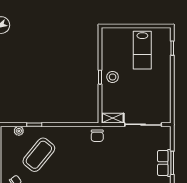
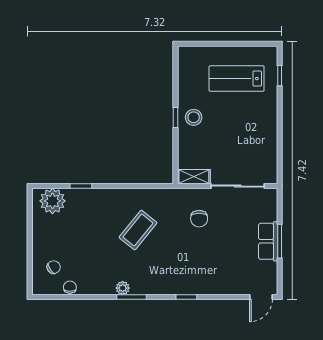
lab bench: (142, 50) -> (237, 79), turned 90
plant: (19, 131) -> (52, 201), width x1.88, depth x1.88
chair: (97, 136) -> (199, 219), moved
coffee table: (39, 155) -> (138, 230), moved, width x0.73, depth x0.76

